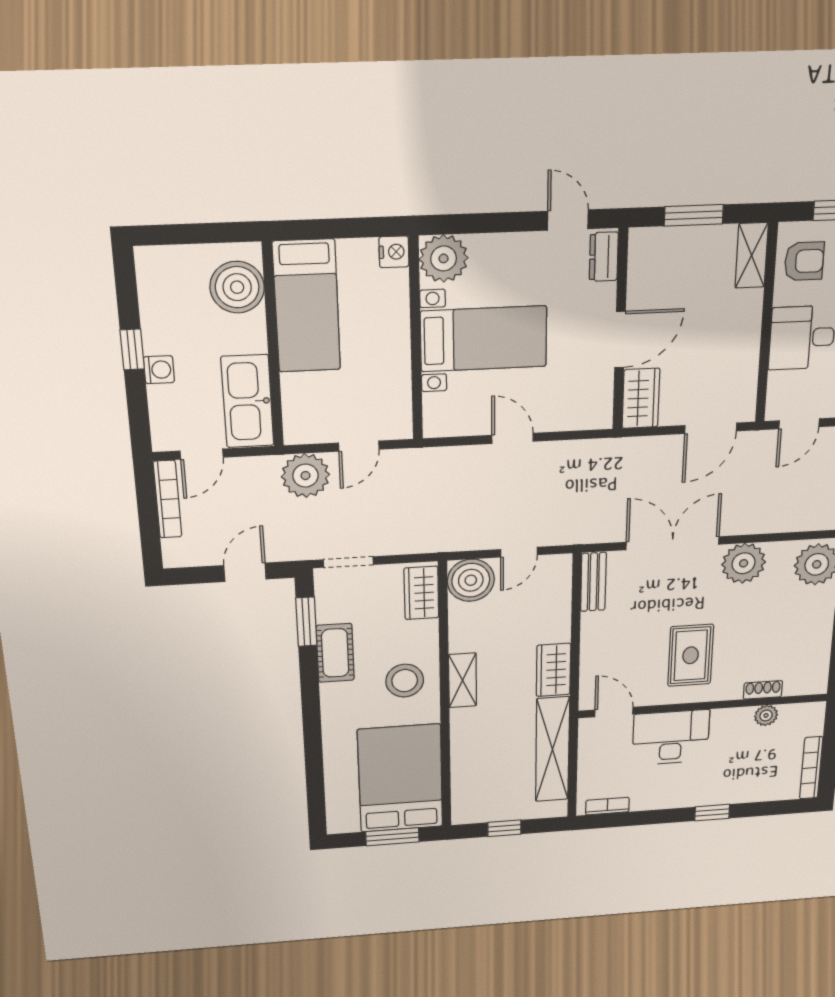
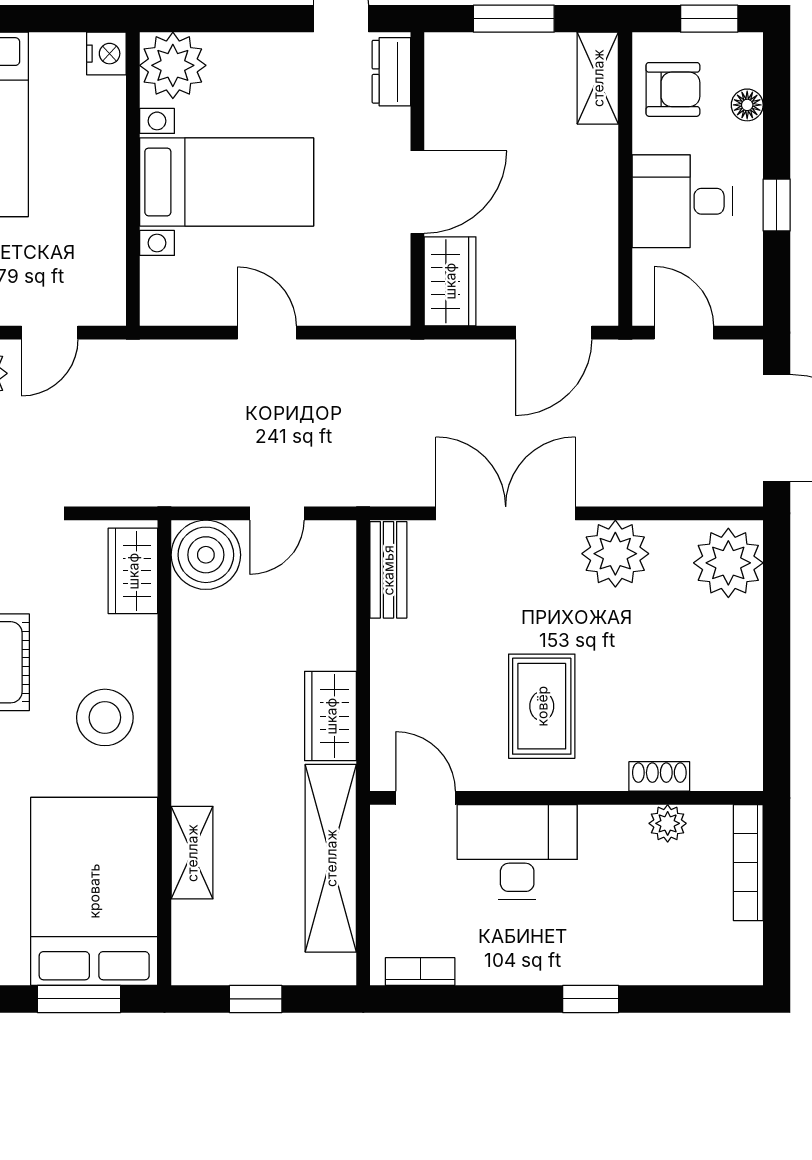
door: (799, 424) -> (684, 333), swing flipped
shelving: (463, 680) -> (192, 853), moved
bookcase: (811, 768) -> (748, 863), moved

